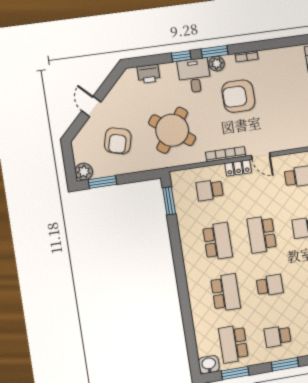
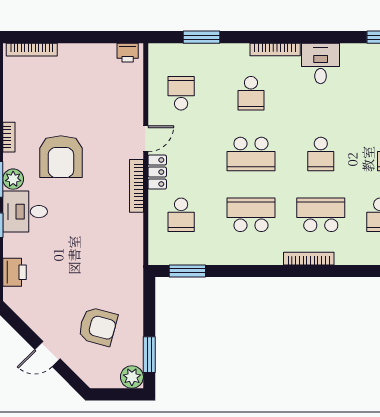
round table: (172, 130) -> (94, 252), removed
school desk: (270, 285) -> (321, 154), turned 180
bookcase: (192, 289) -> (309, 259), added

